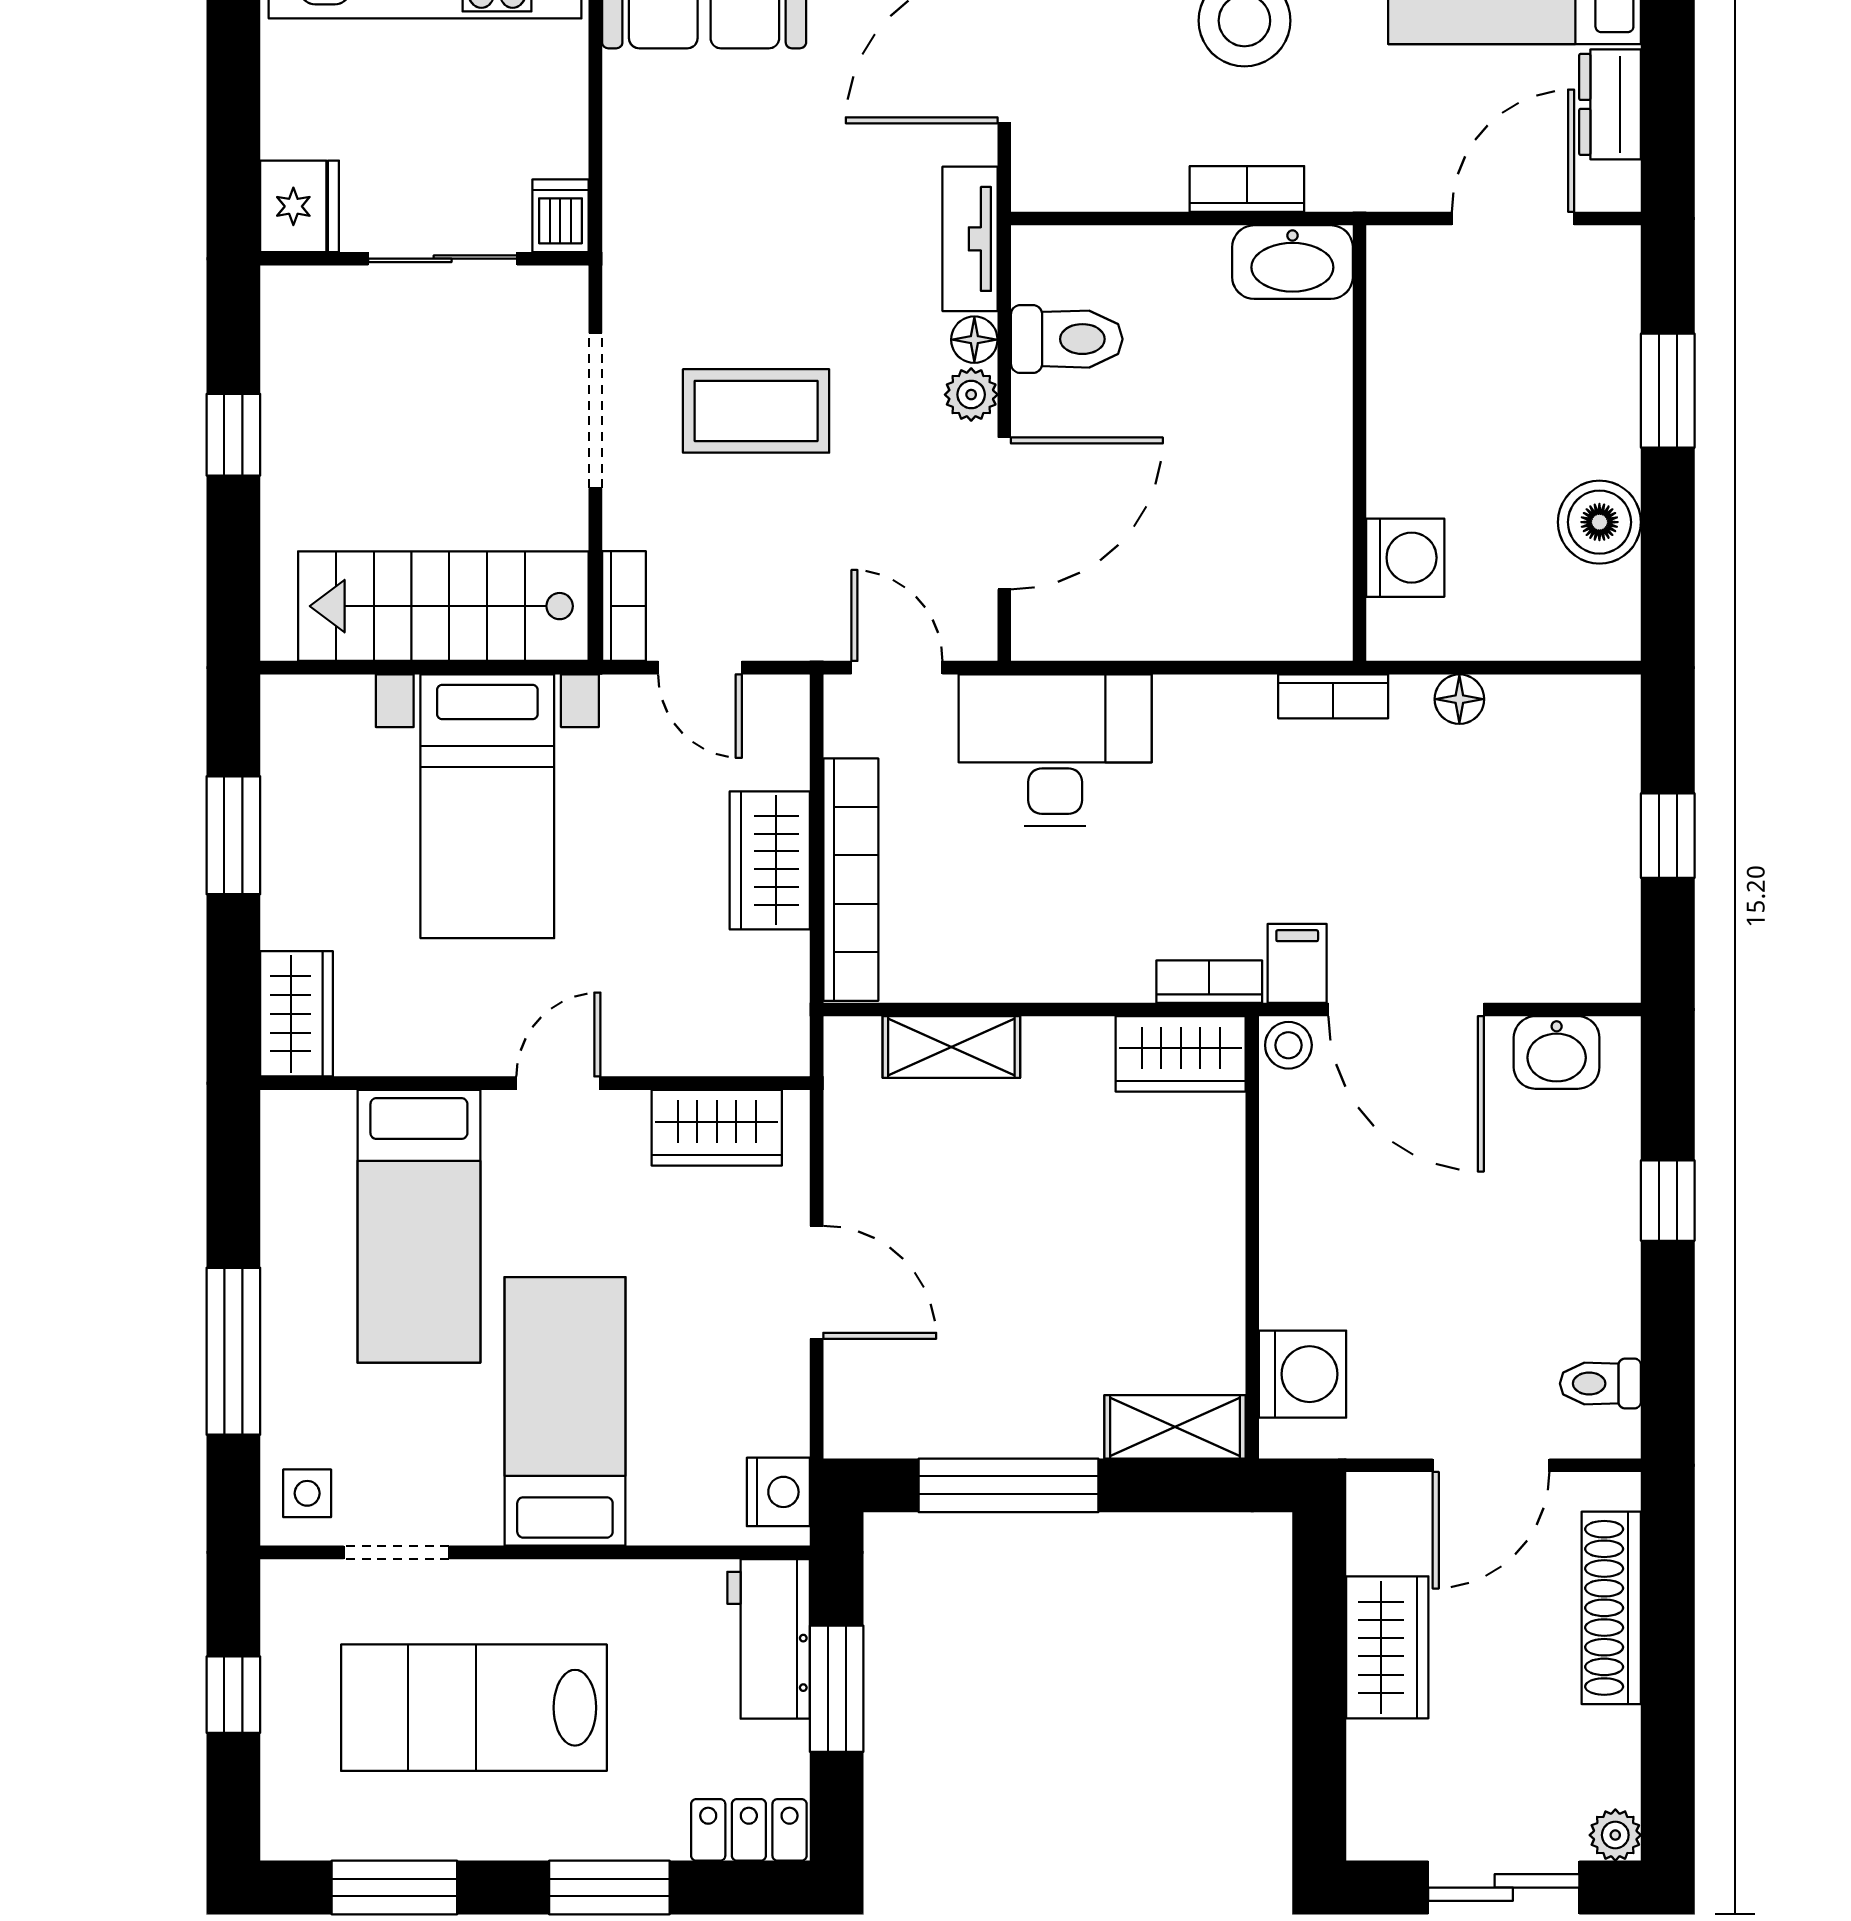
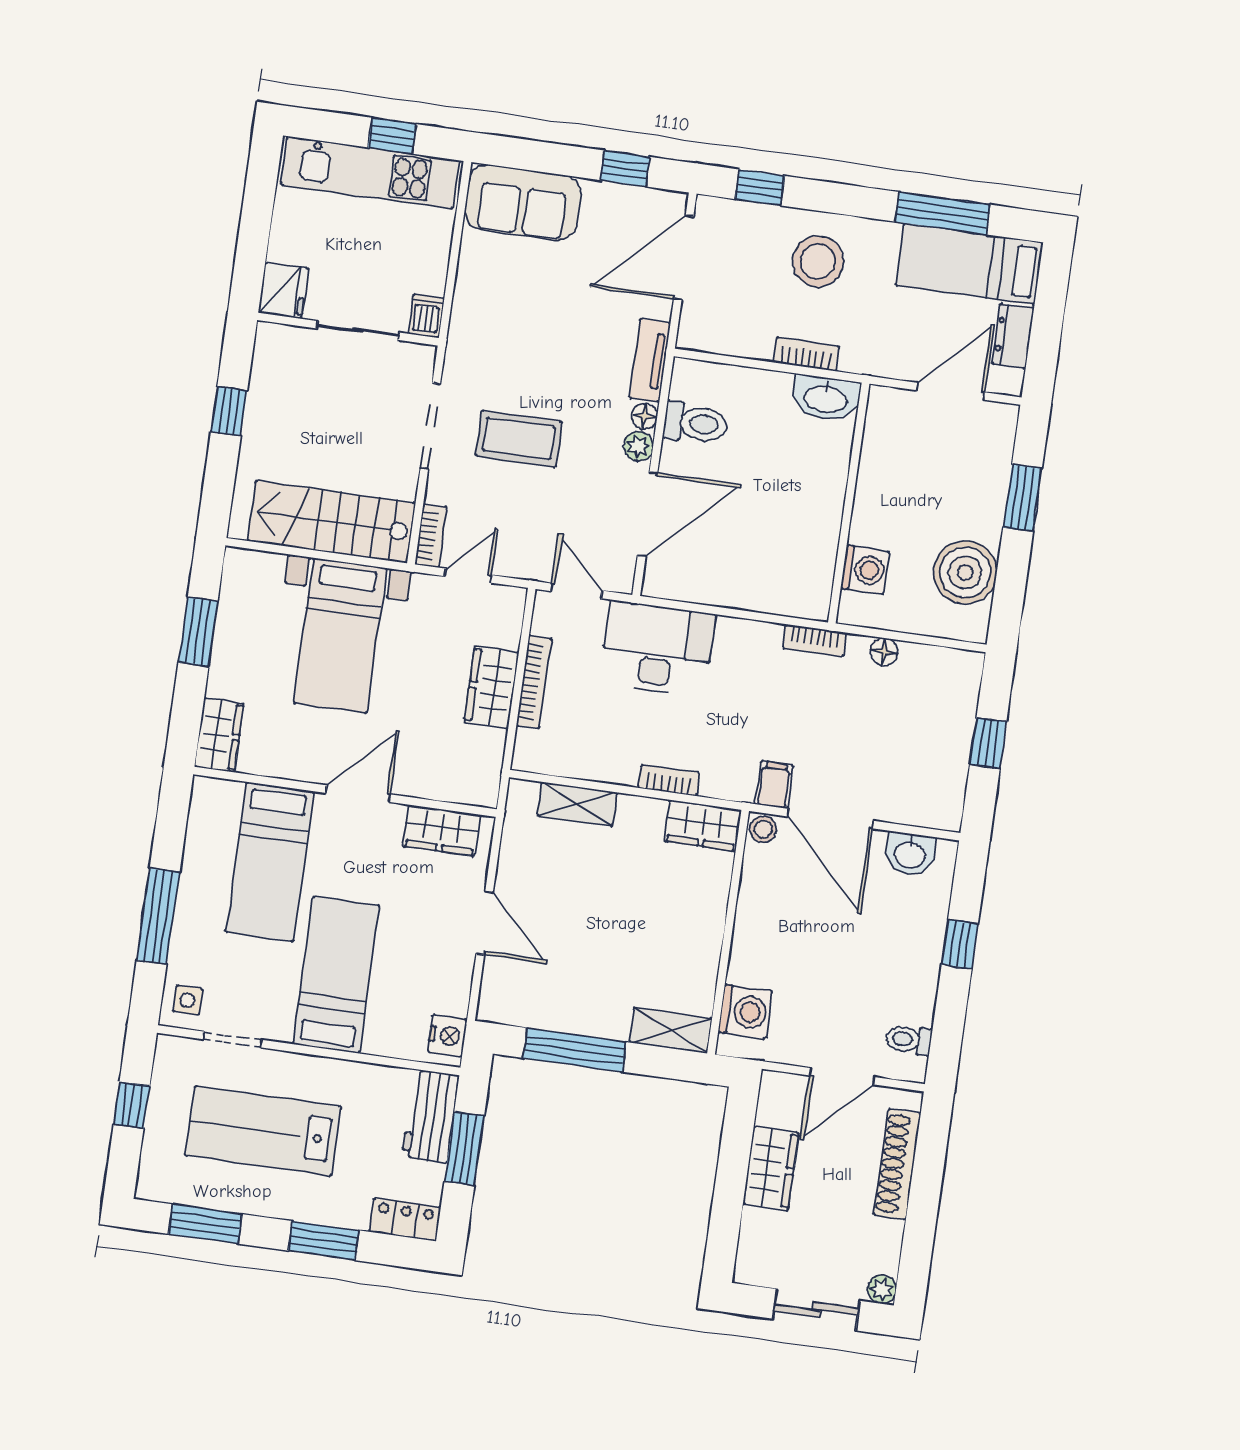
boiler: (1599, 522) -> (965, 572), width x1.37, depth x1.37
door: (700, 668) -> (468, 576), swing flipped
bookcase: (851, 880) -> (534, 682), width x0.68, depth x0.76
bookcase: (1209, 982) -> (669, 780), moved
door: (558, 1083) -> (358, 794), width x1.38

